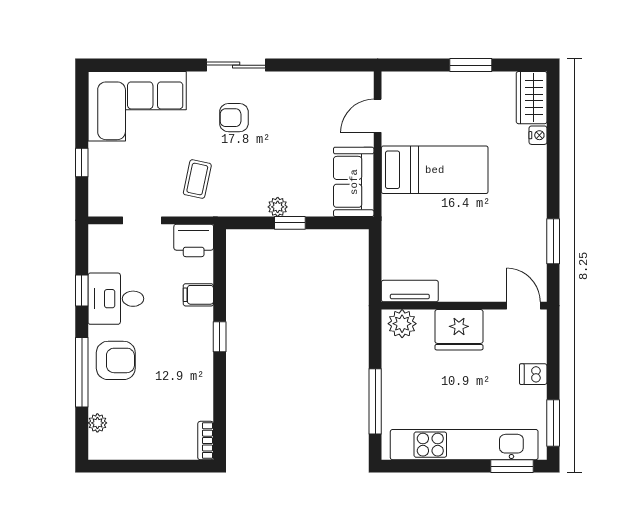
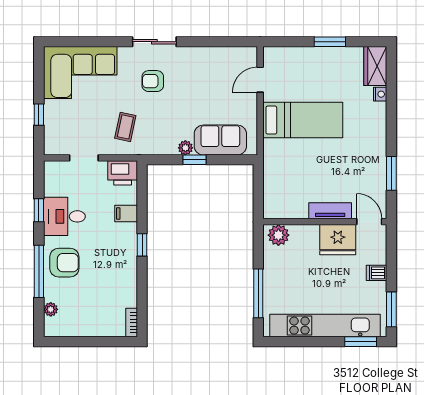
sofa: (354, 182) -> (220, 140), moved, turned 90
tv unit: (410, 291) -> (330, 211), moved
fridge: (459, 330) -> (338, 240), moved

